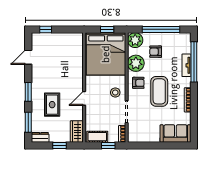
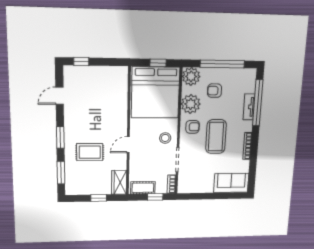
rug: (52, 105) -> (90, 152), turned 90
dresser: (40, 137) -> (76, 189), removed

